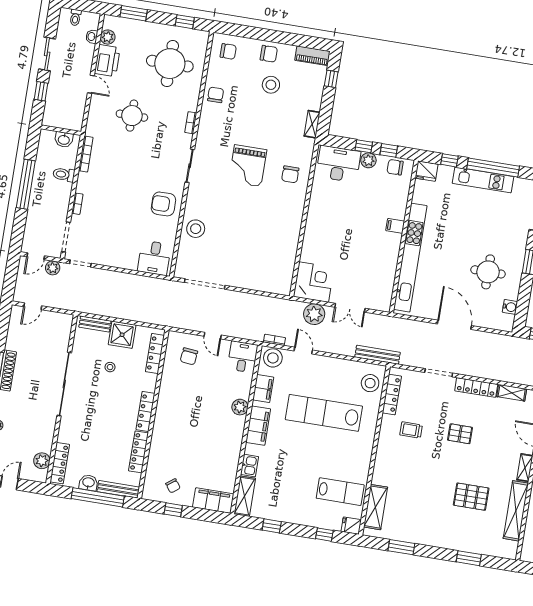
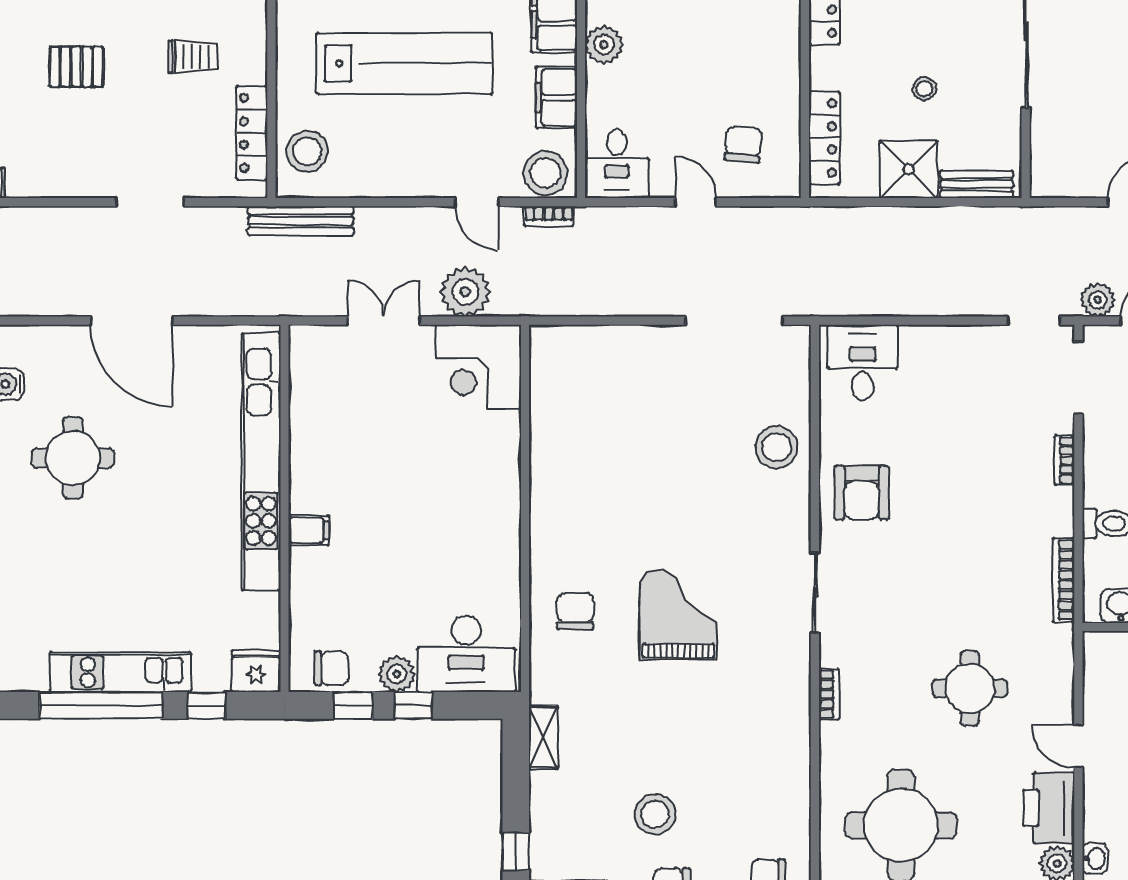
chair: (216, 95) -> (781, 769), removed
armchair: (163, 204) -> (862, 493), turned 90
locker: (476, 387) -> (56, 182), removed

